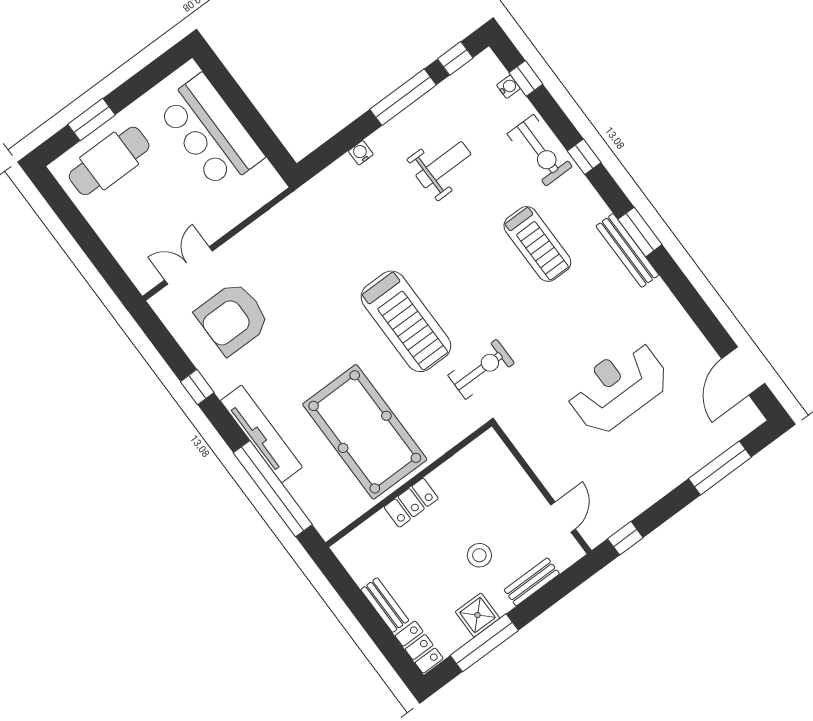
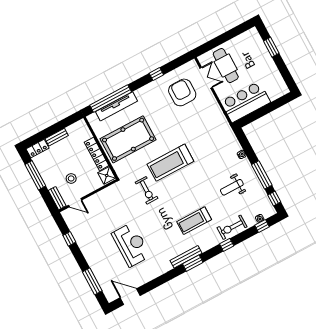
bar counter: (210, 132) -> (246, 102), moved
cafe table: (109, 161) -> (226, 66), moved
weight bench: (443, 165) -> (232, 187), turned 90
tv unit: (261, 434) -> (116, 106), moved
wall: (542, 488) -> (88, 196), moved
locker: (411, 503) -> (97, 154), width x1.53
door: (563, 517) -> (75, 203), moved
shower: (477, 615) -> (107, 175), moved

